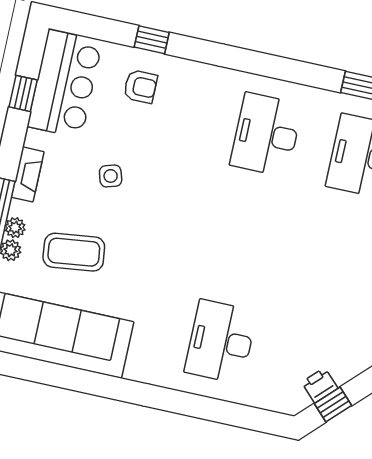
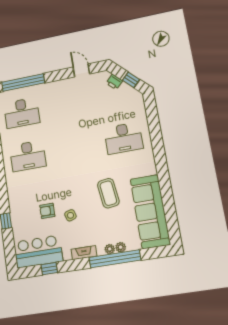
armchair: (140, 87) -> (47, 211), moved, turned -90
coffee table: (74, 252) -> (108, 193), moved
printer: (320, 385) -> (114, 82), moved

